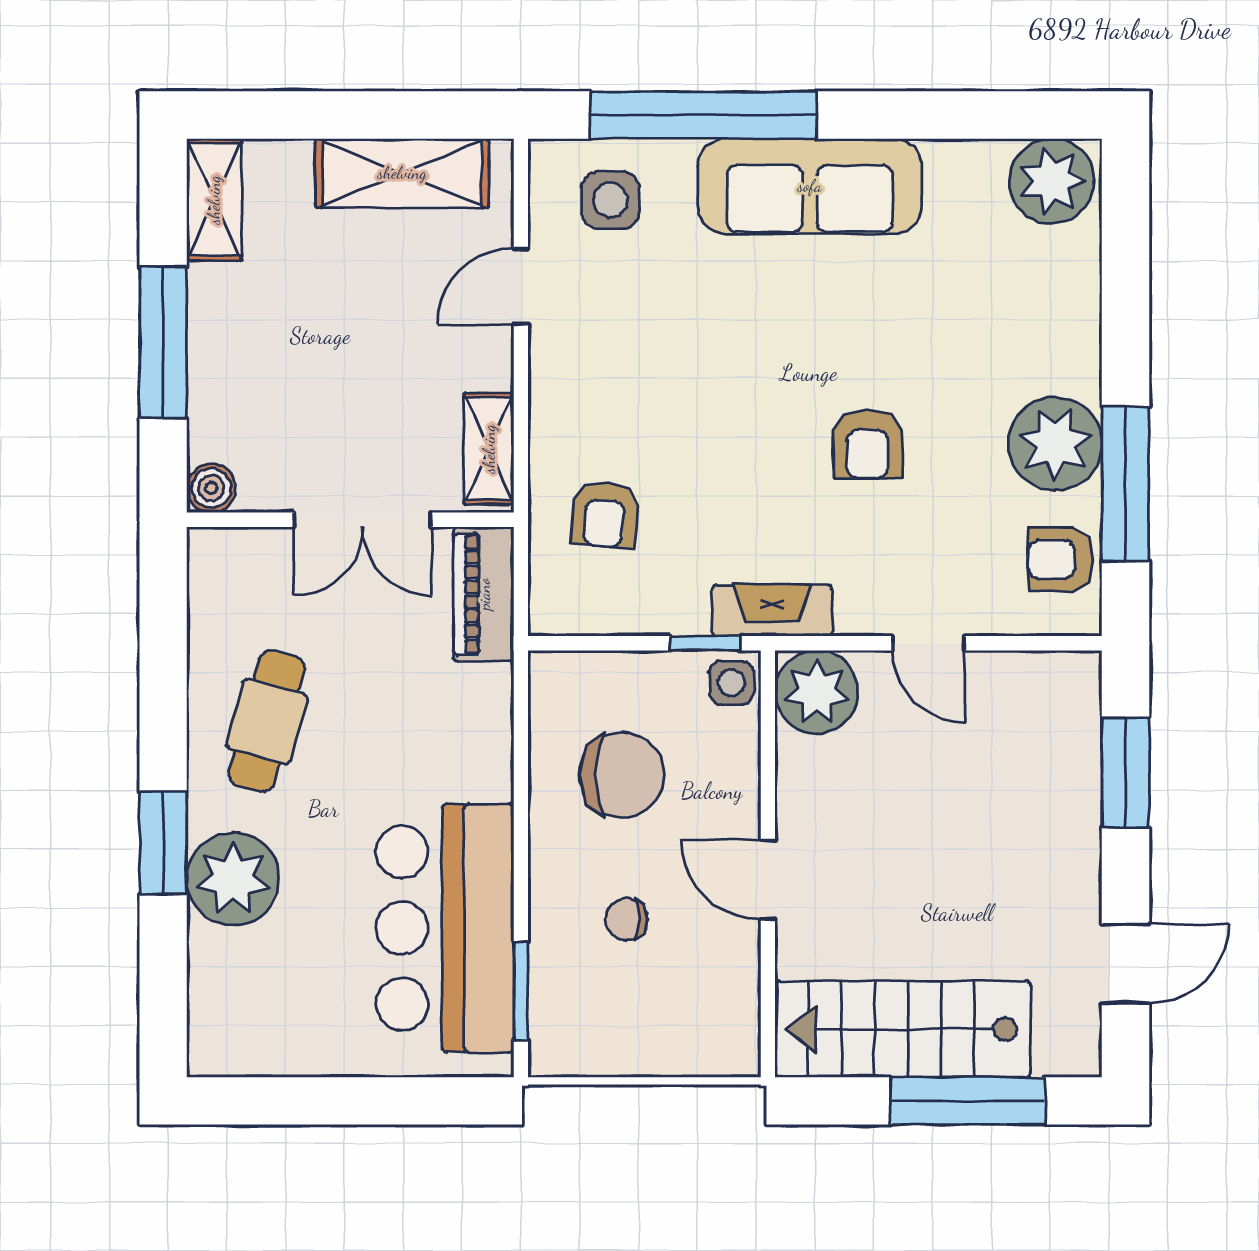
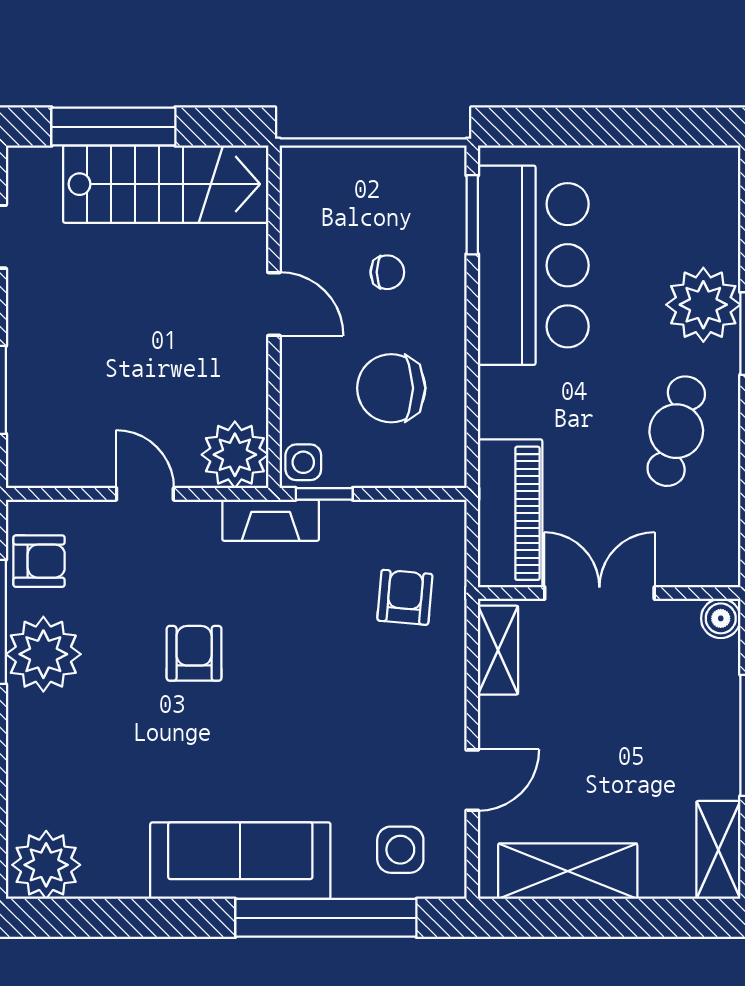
piano: (484, 594) -> (510, 513), width x1.37, depth x1.33

